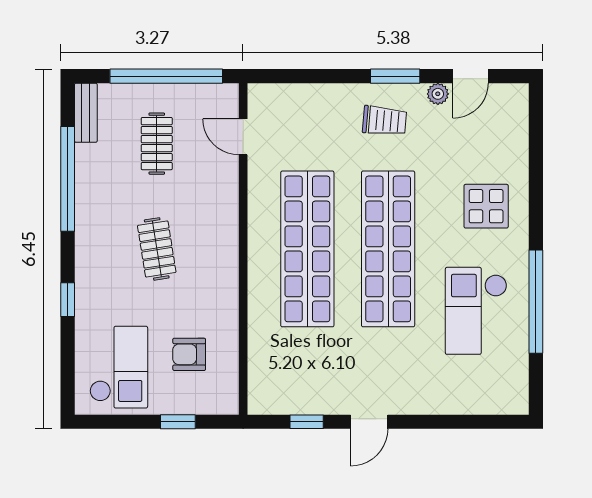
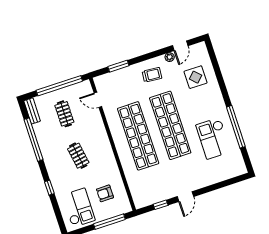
window: (395, 76) -> (118, 66), moved
display table: (486, 206) -> (196, 77), moved
window: (178, 422) -> (109, 222), width x2.17

